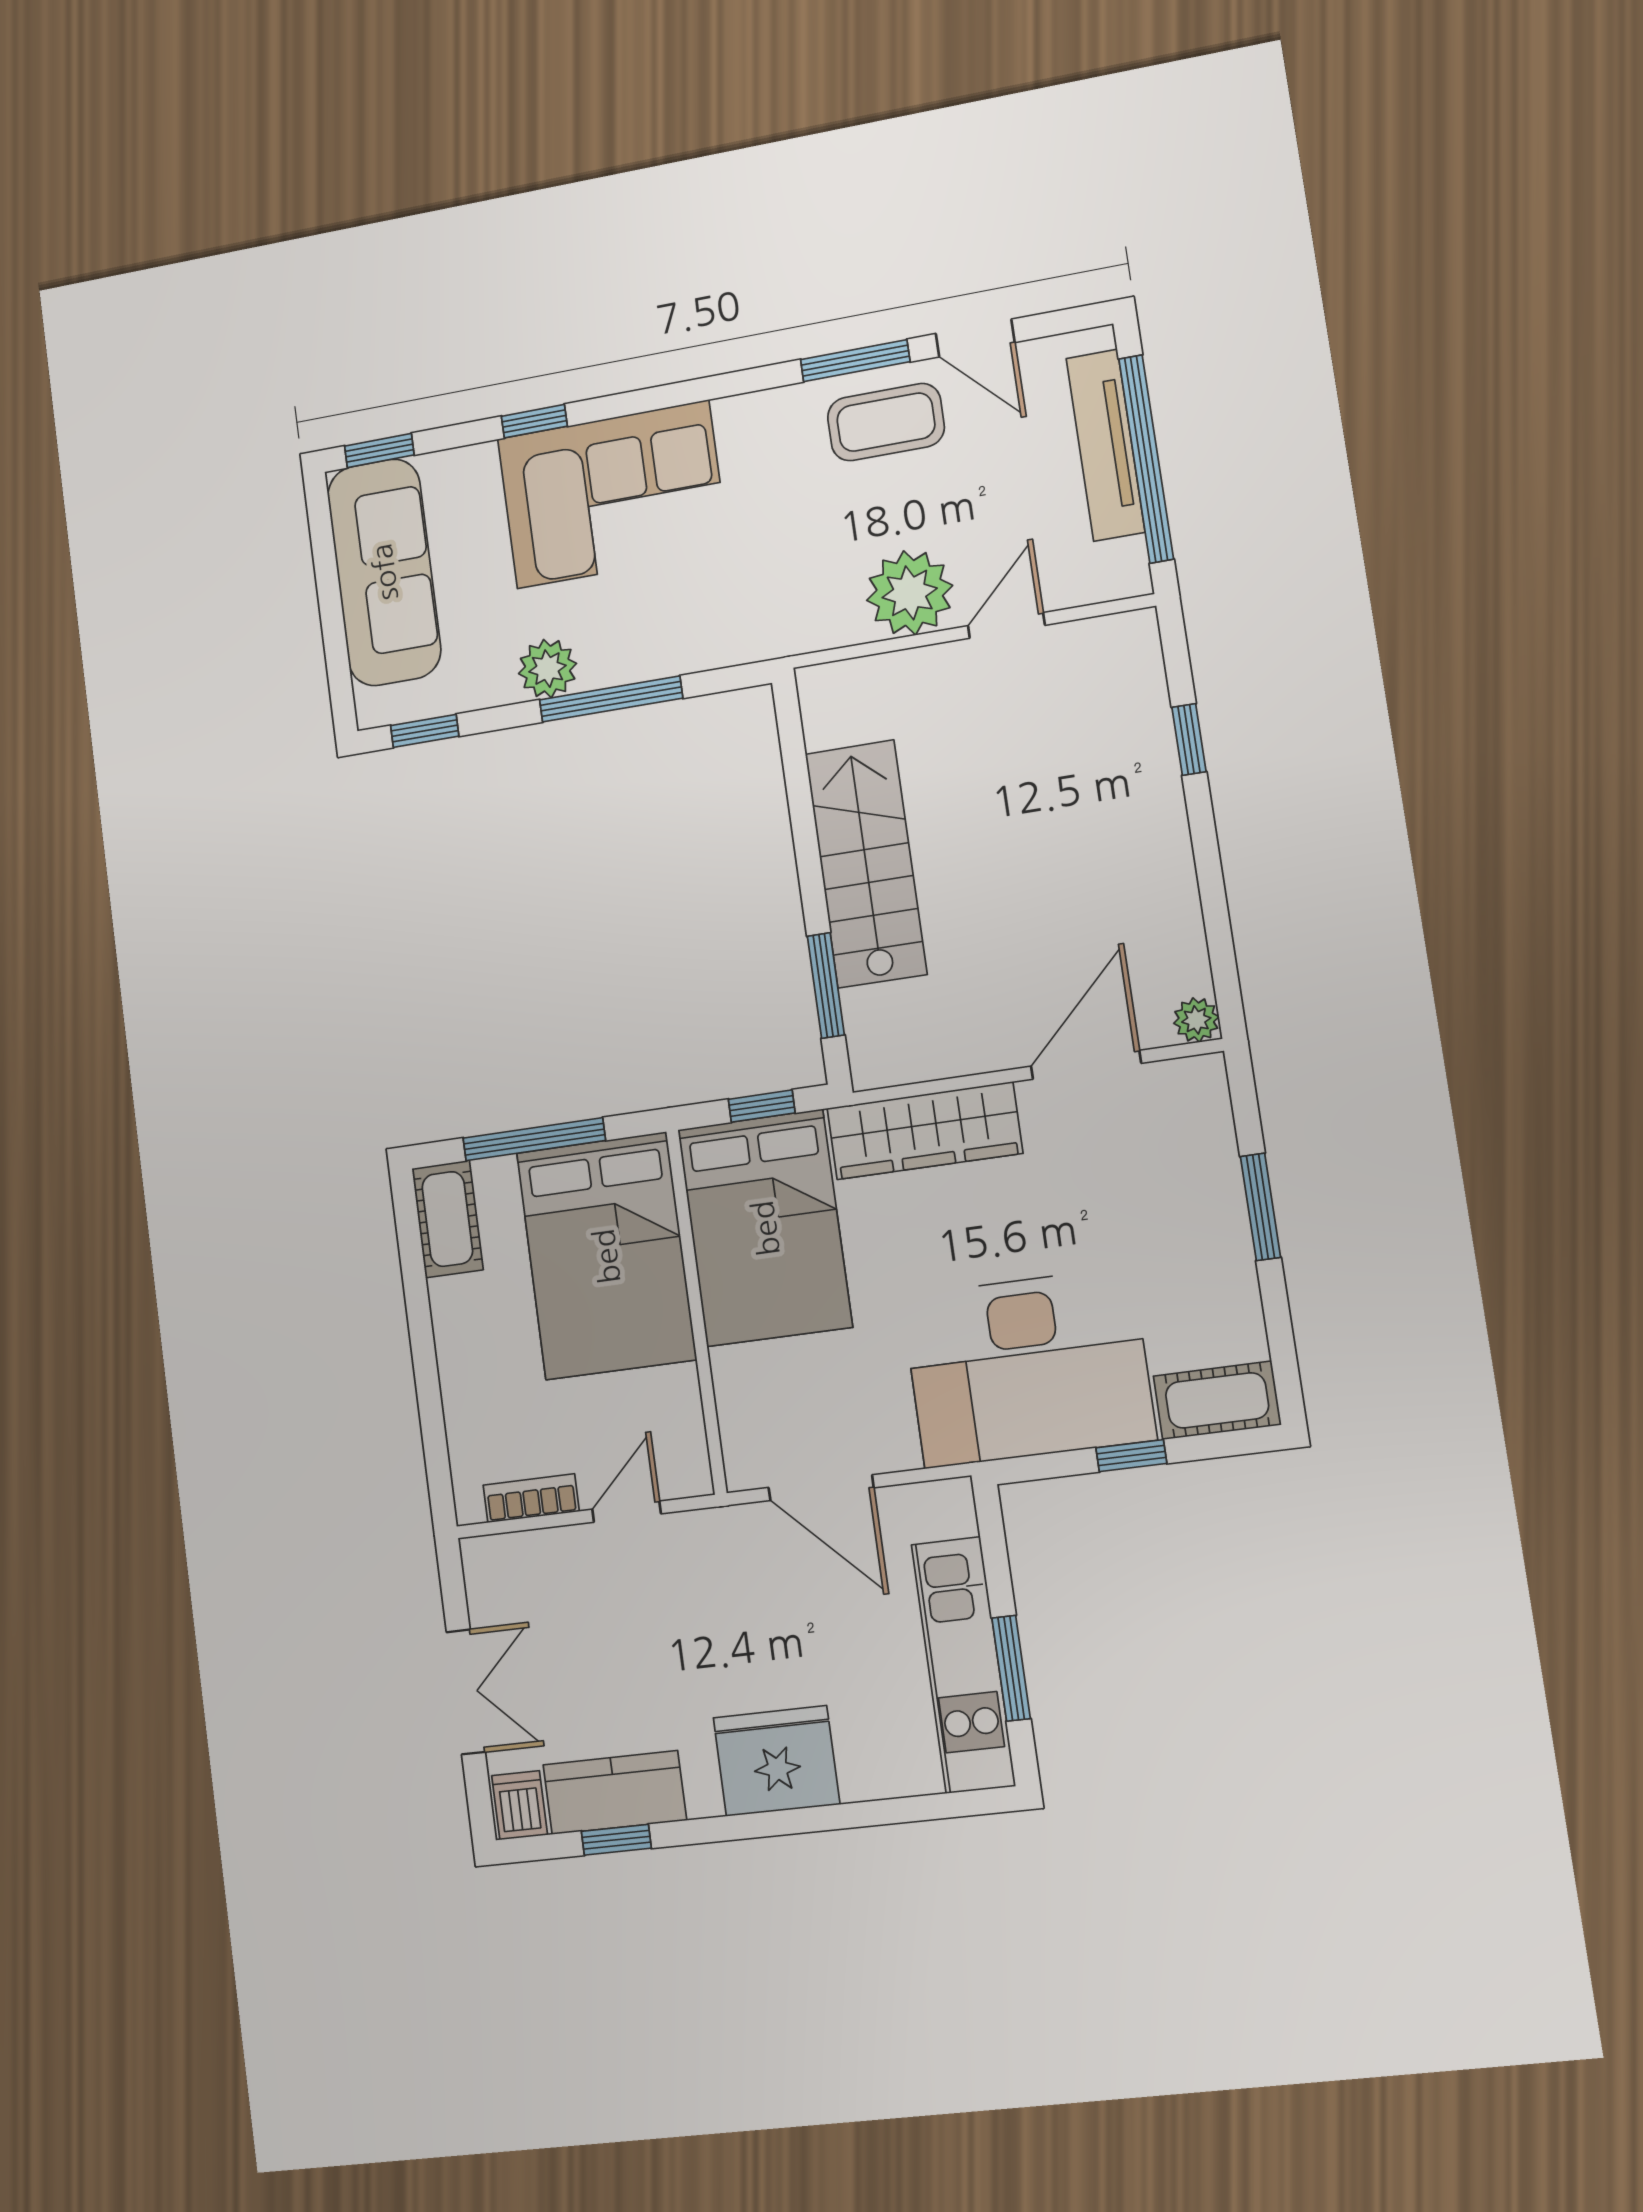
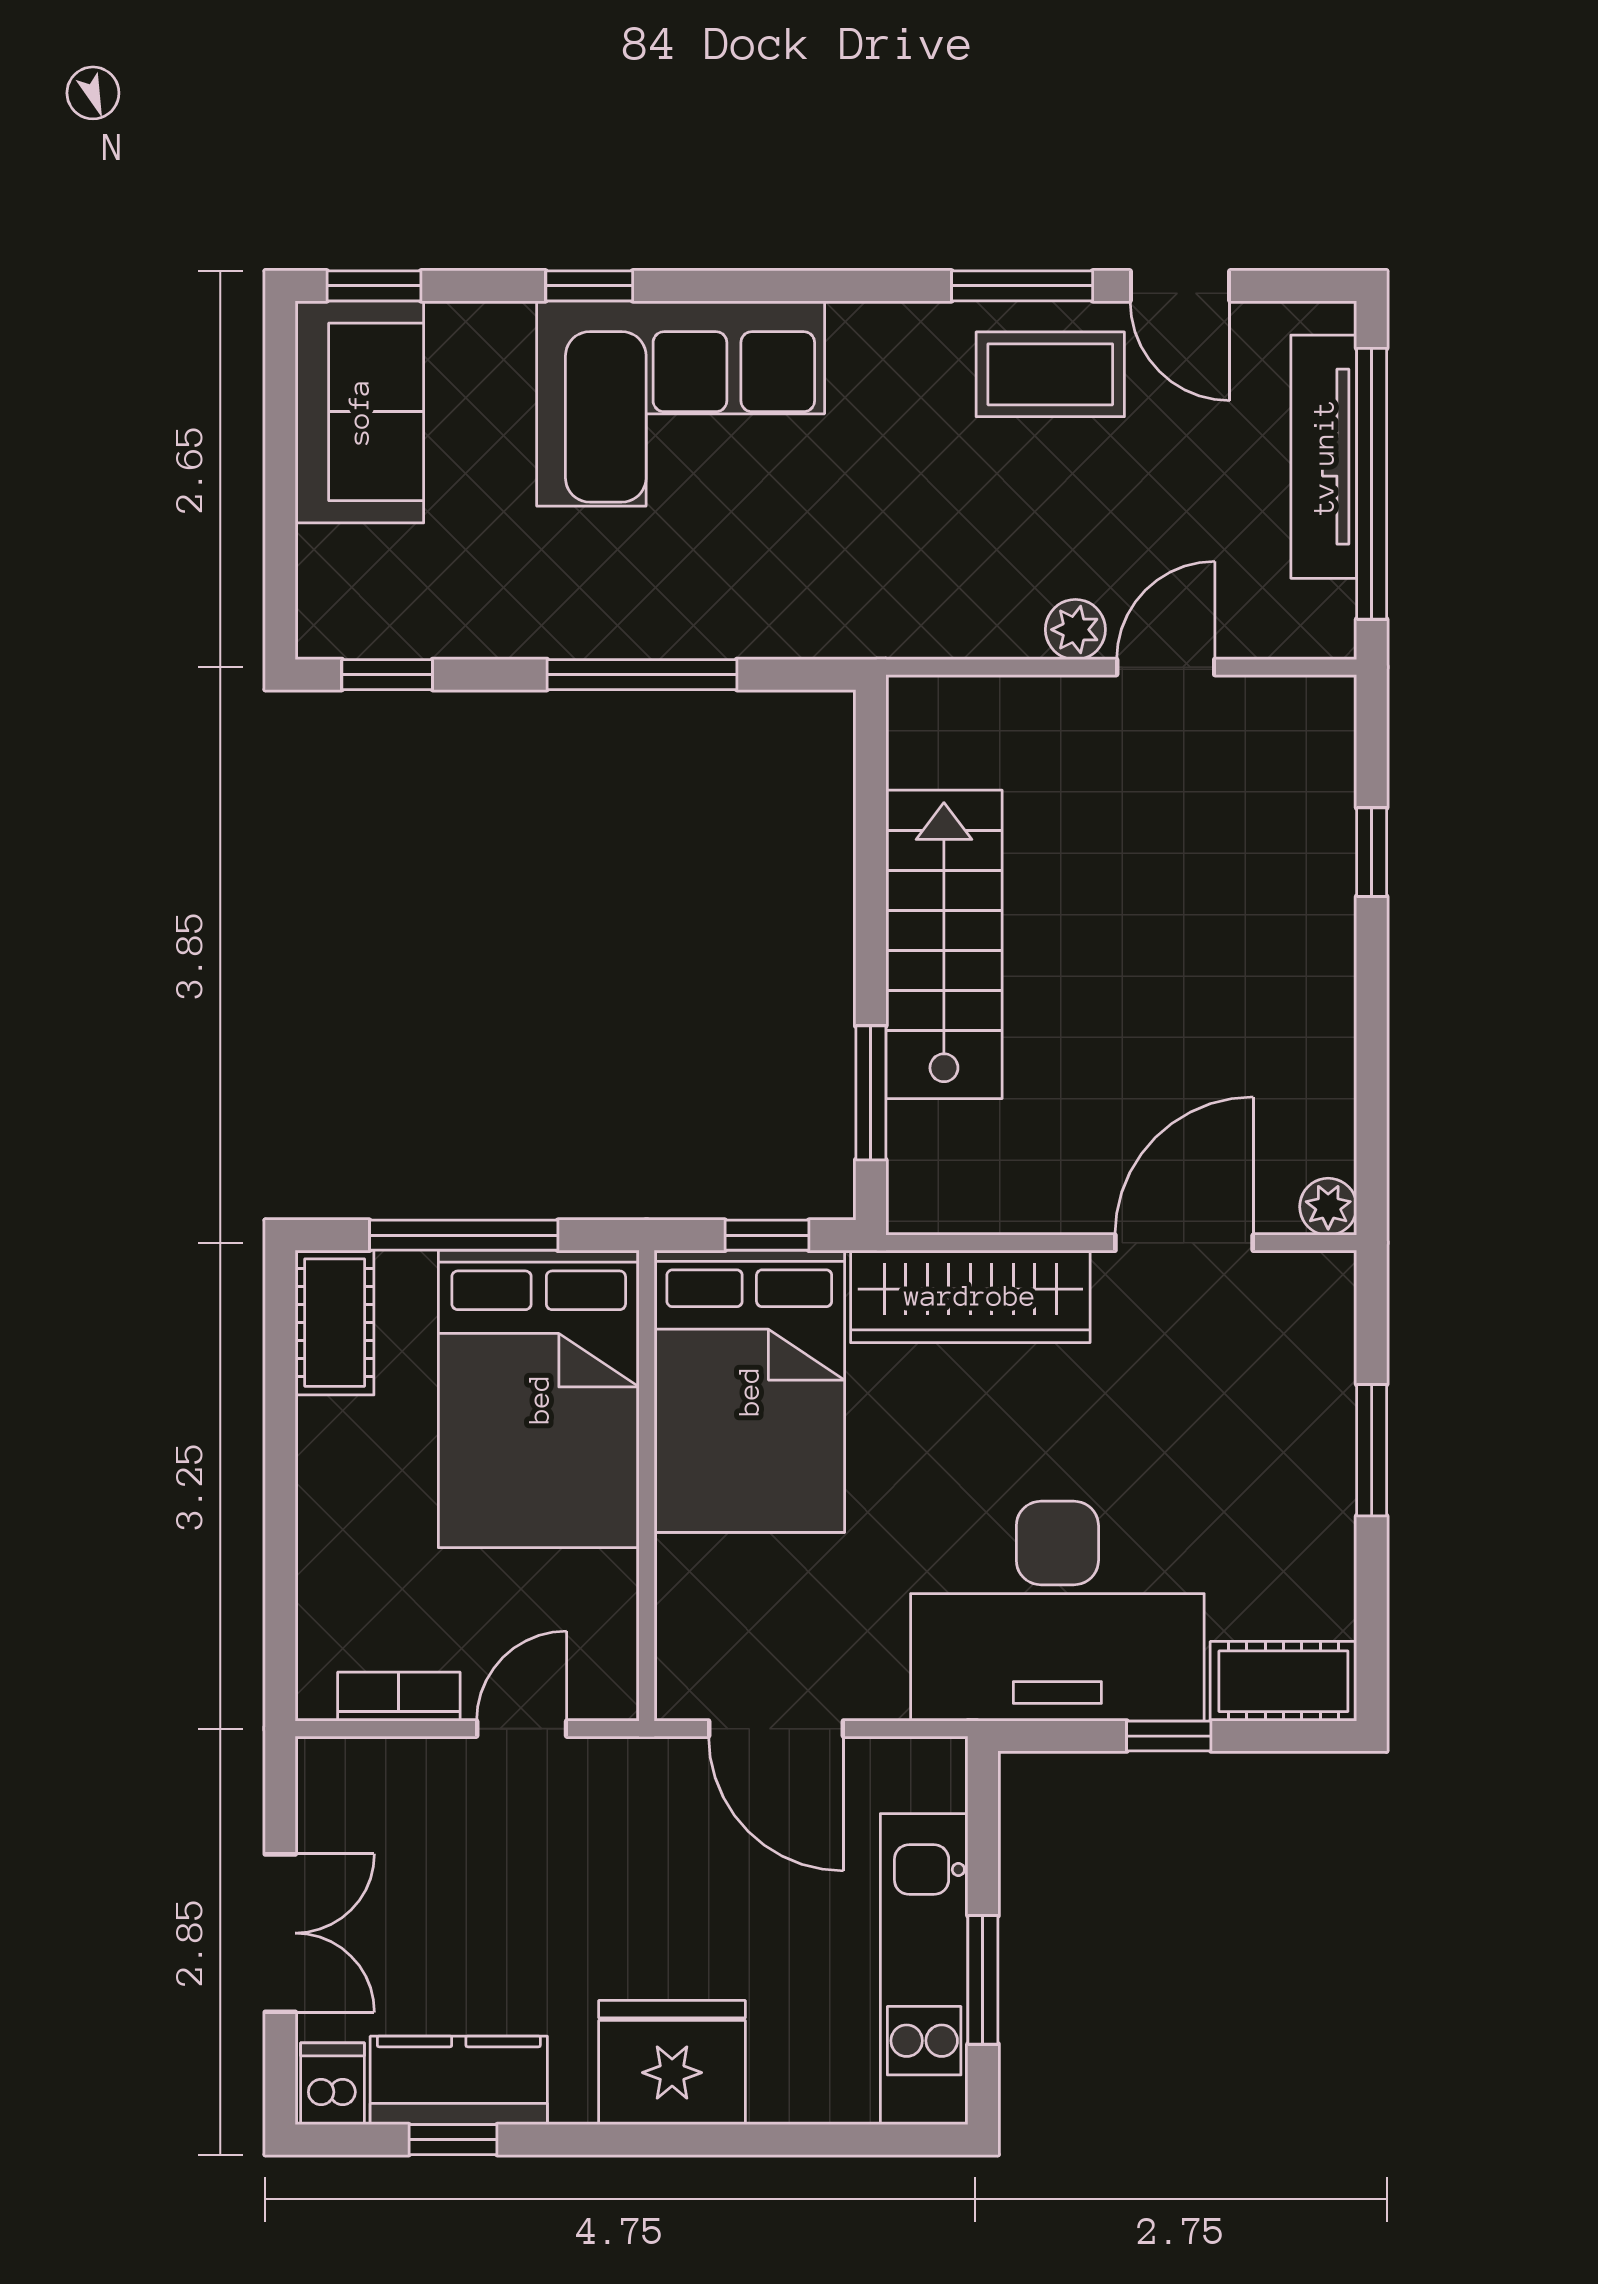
sofa: (384, 572) -> (359, 412), width x0.73
plant: (910, 593) -> (1075, 630), width x0.53, depth x0.53
plant: (548, 669) -> (563, 620), removed

